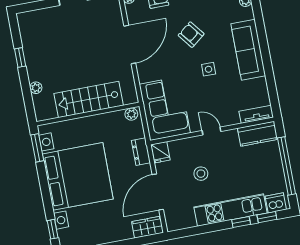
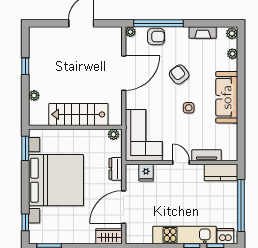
tv unit: (256, 114) -> (207, 155), moved
fridge: (161, 152) -> (146, 173), moved
stool: (201, 174) -> (165, 198), removed

